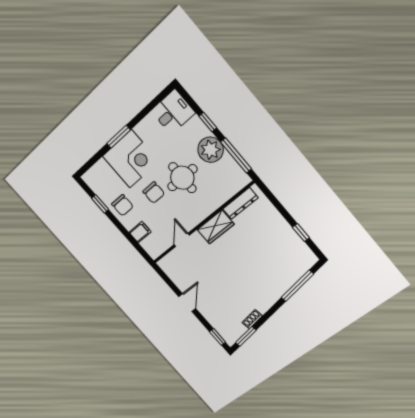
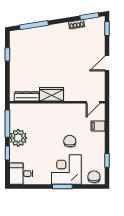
round table: (182, 178) -> (46, 136), removed
chair: (122, 205) -> (94, 177), moved
door: (182, 240) -> (93, 102), moved

